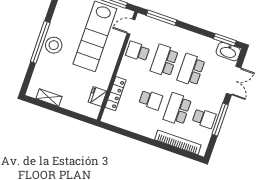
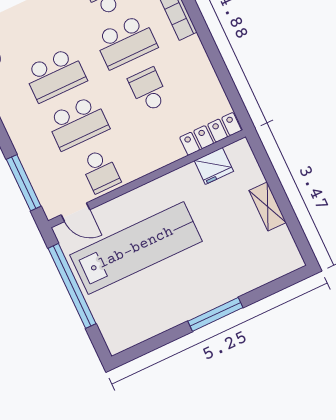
window: (40, 42) -> (215, 314), width x0.68
stool: (54, 45) -> (202, 292), removed
locker: (116, 94) -> (211, 134), moved
shelving: (49, 98) -> (268, 207), moved

